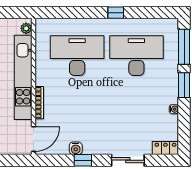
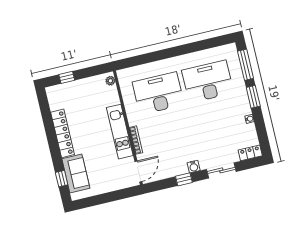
window: (116, 13) -> (182, 50), removed
kitchen unit: (23, 77) -> (120, 132), width x0.73
water cooler: (76, 148) -> (194, 167), moved

